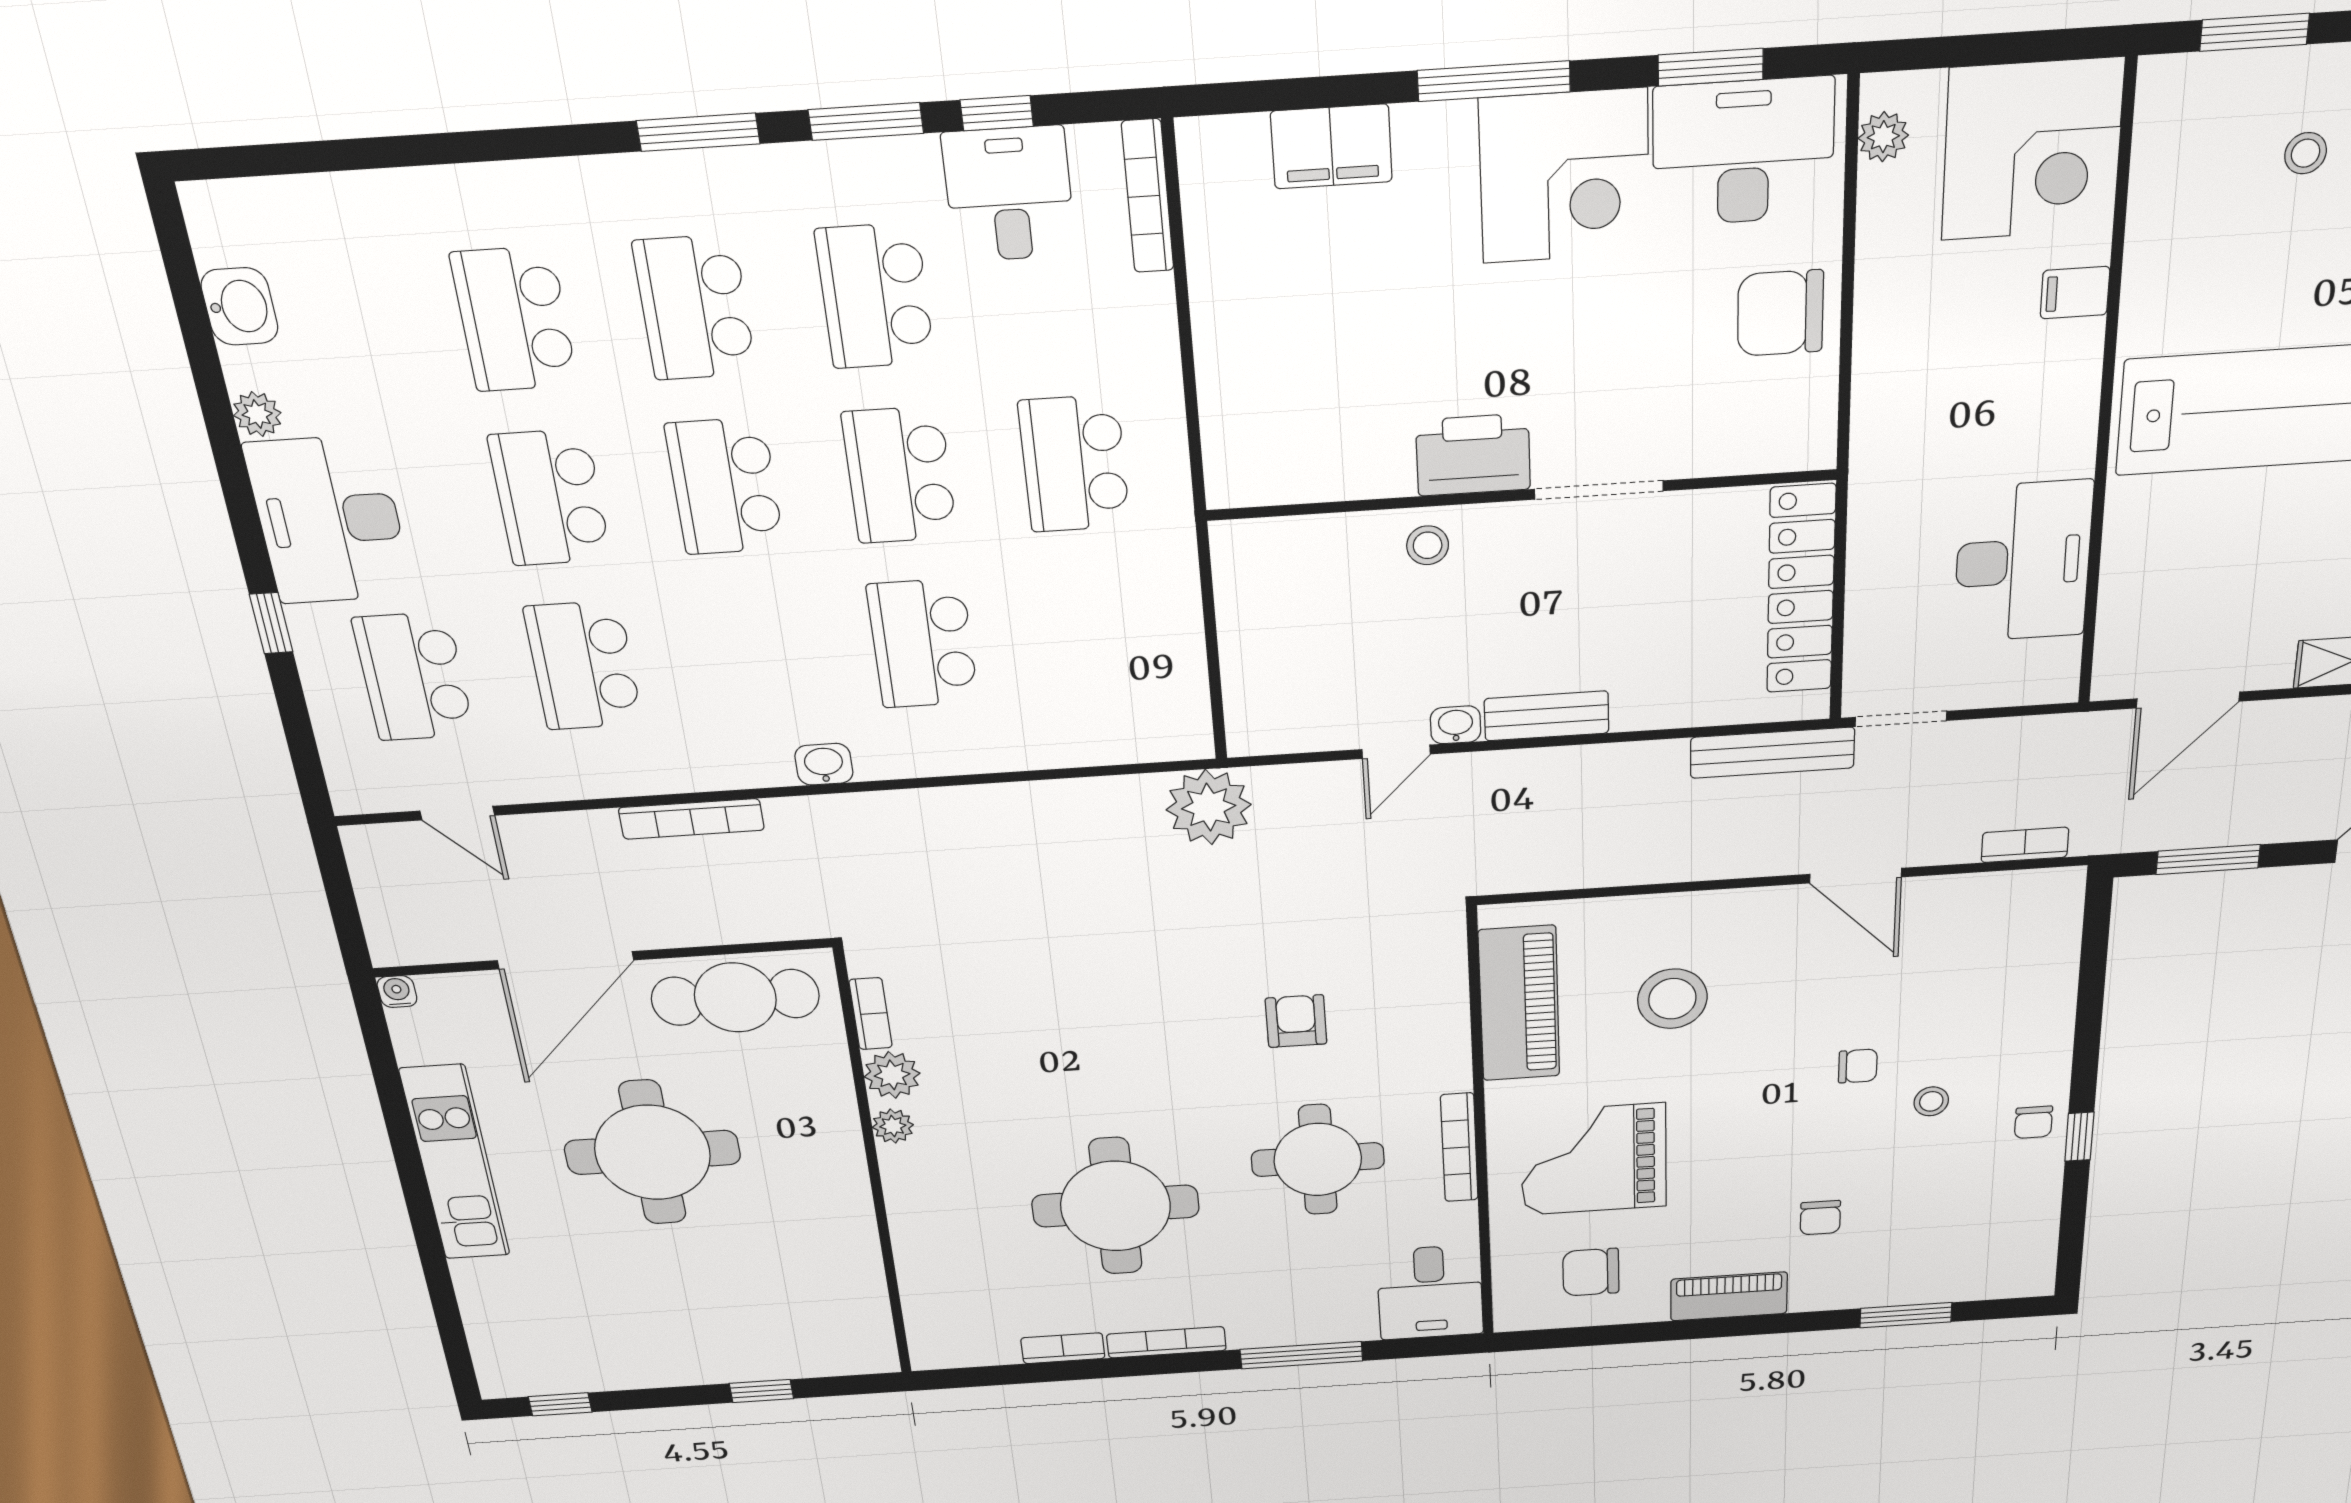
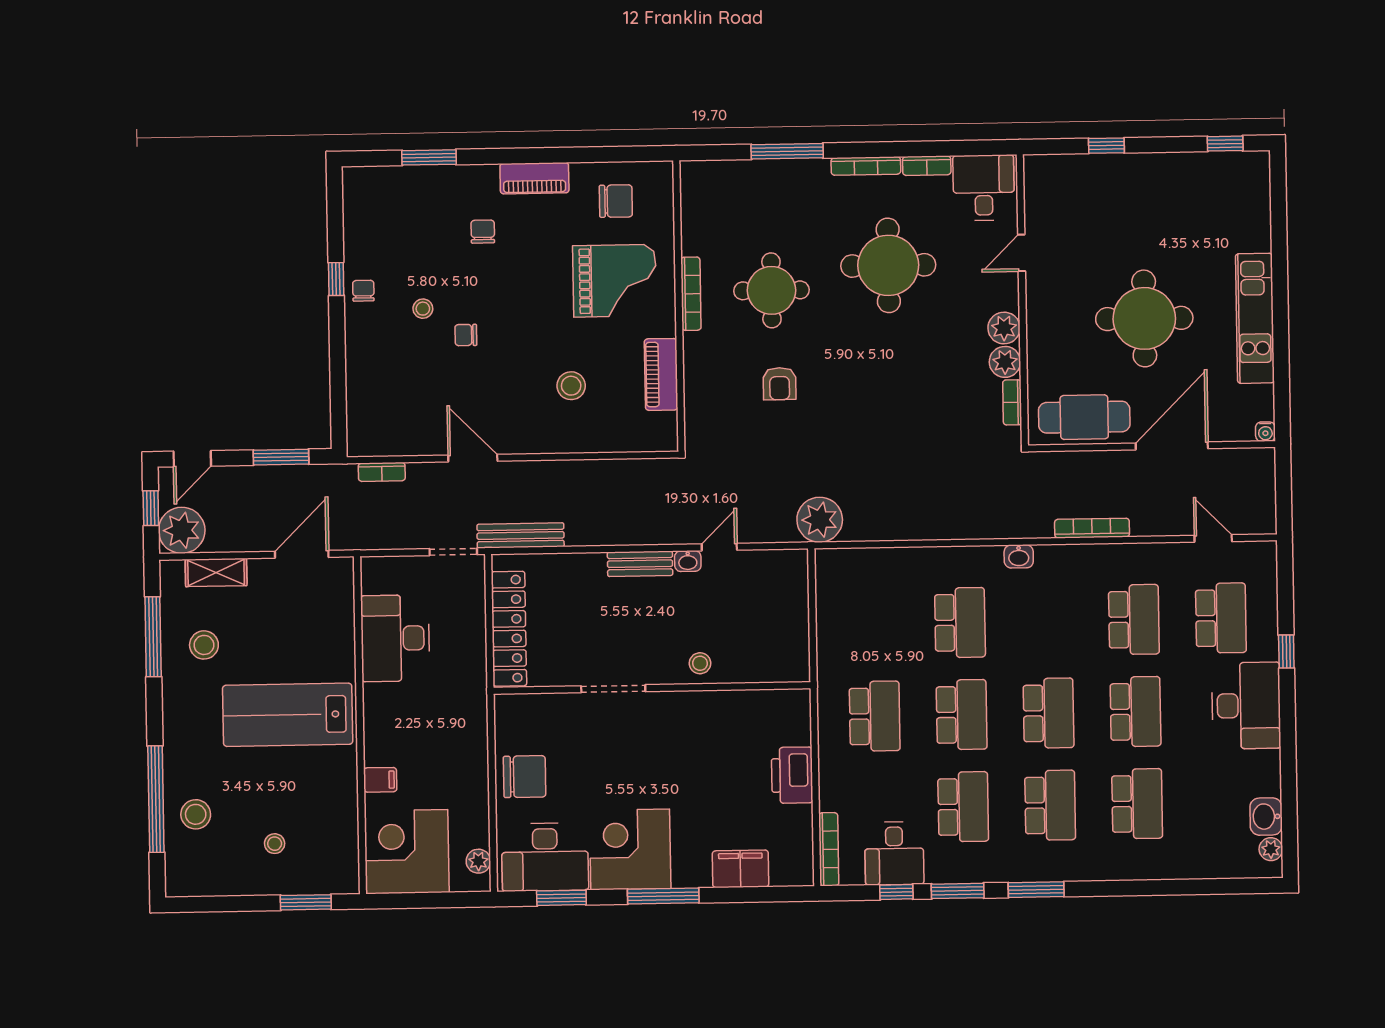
plant: (257, 414) -> (1271, 849), moved
printer: (1473, 455) -> (792, 775), moved, turned 90
stool: (1672, 999) -> (571, 386), width x0.73, depth x0.73
piano: (1519, 1004) -> (661, 374), width x0.73, depth x0.75
plant: (893, 1126) -> (1004, 328), width x1.38, depth x1.38
door: (885, 1236) -> (1022, 253), added
desk: (1430, 1292) -> (984, 188), moved

